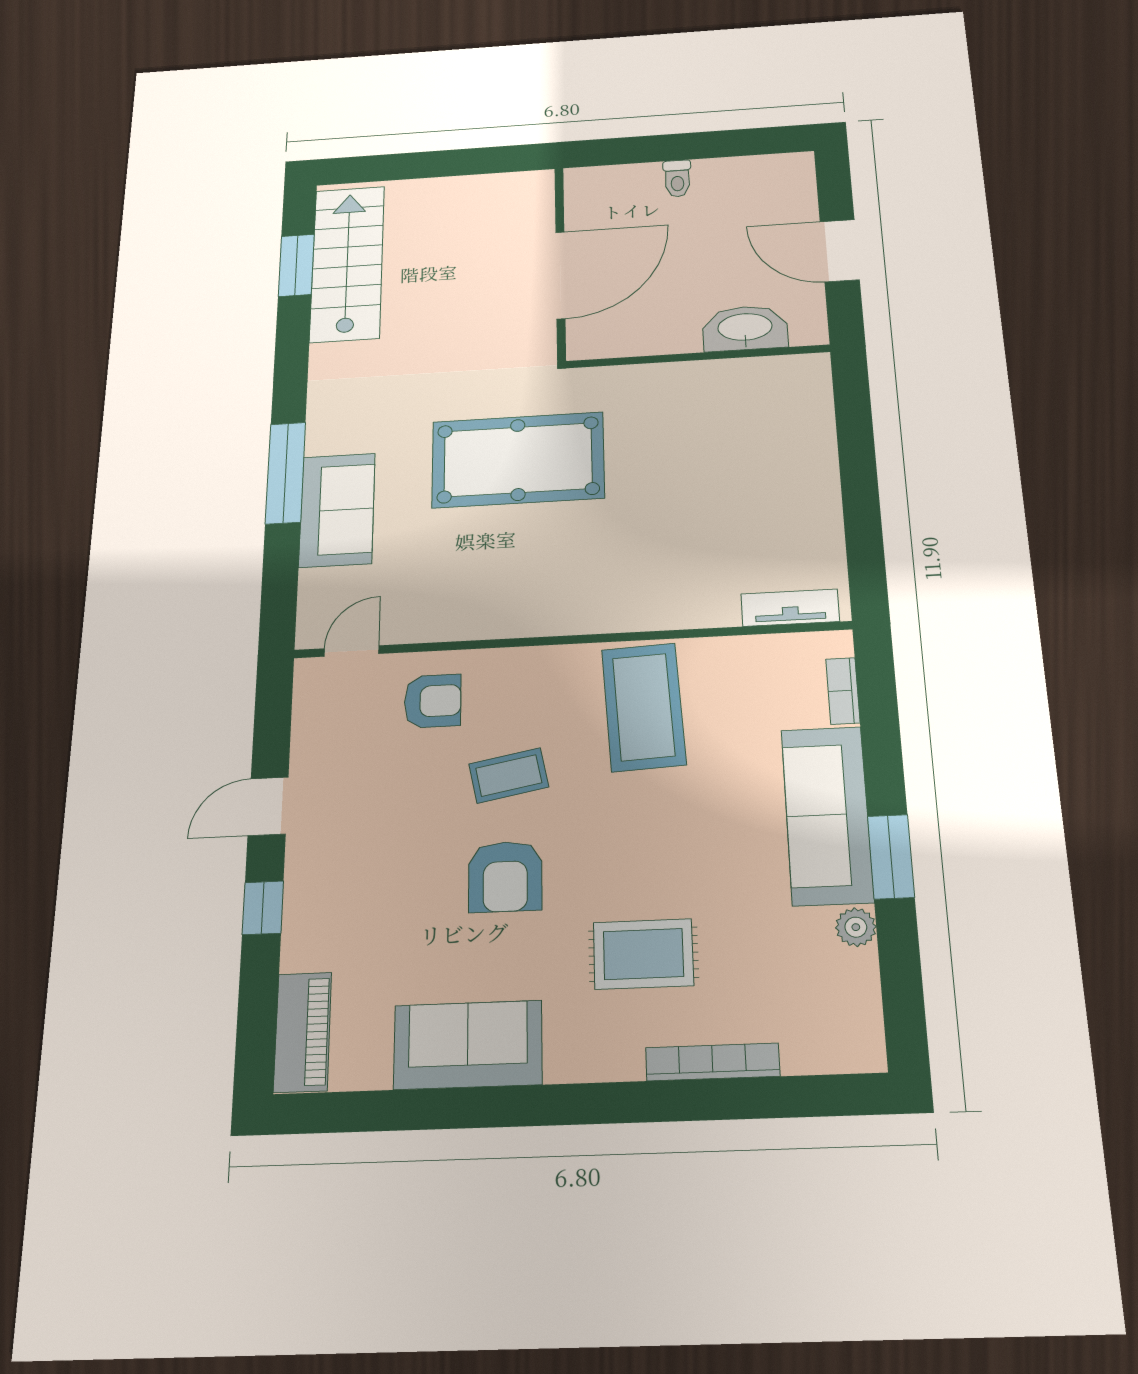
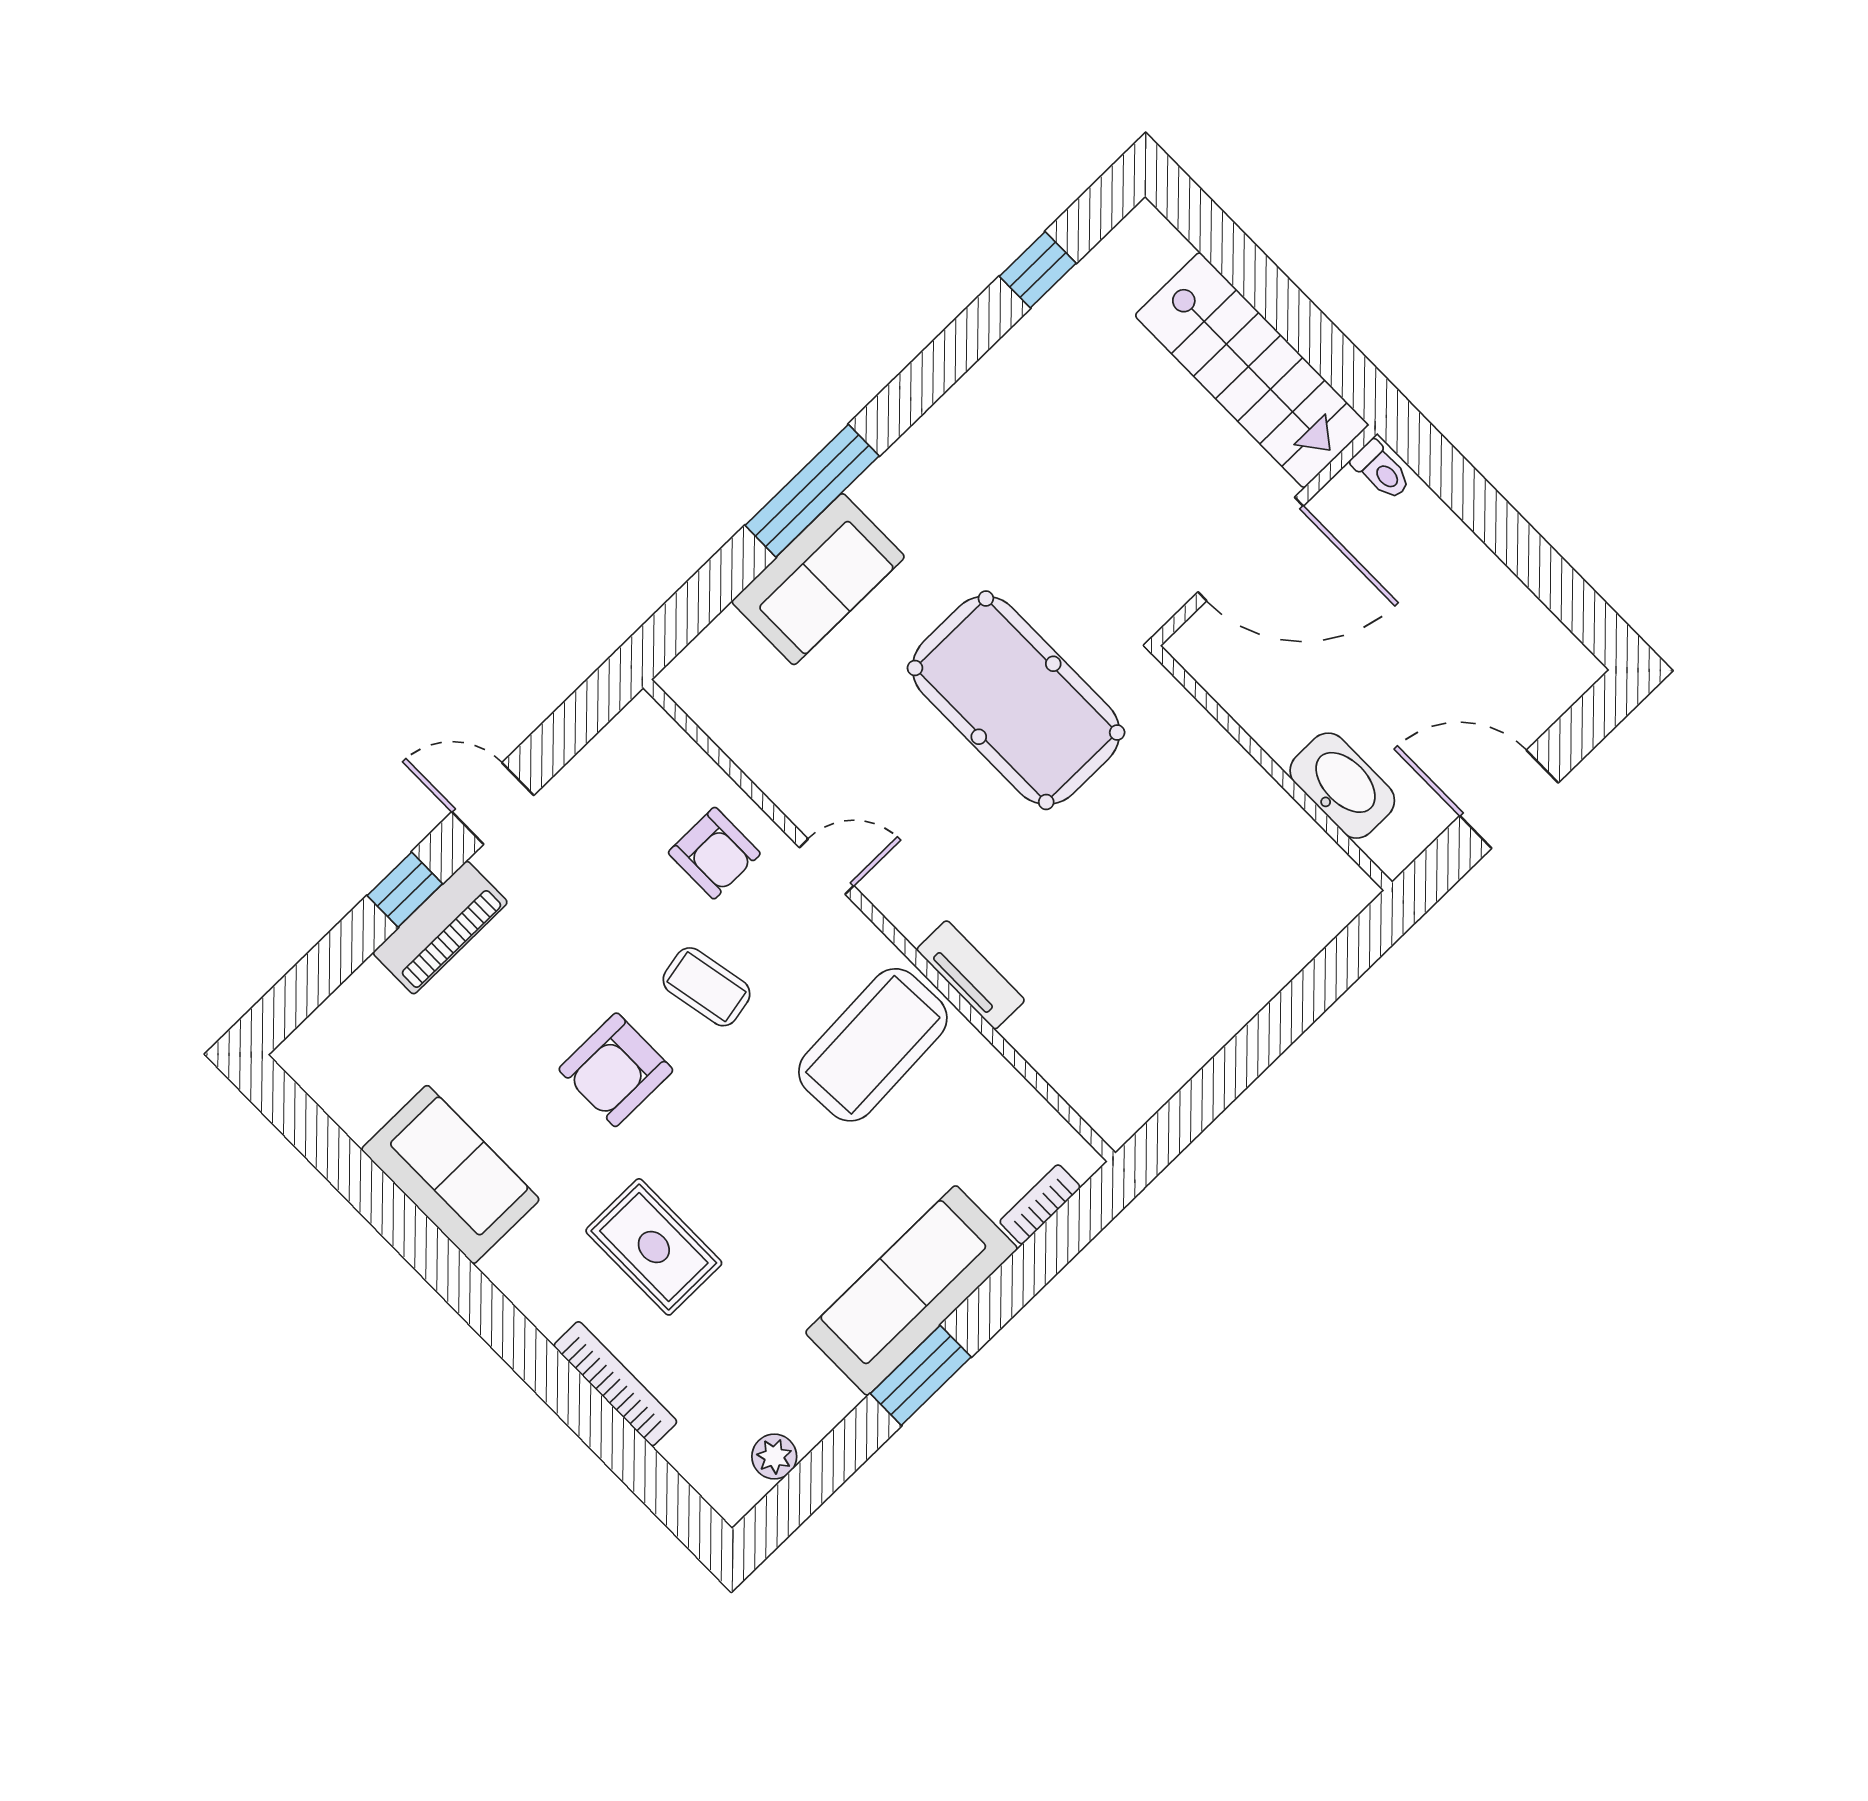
toilet: (677, 179) -> (1381, 470), moved, turned -90
door: (840, 251) -> (1509, 799), hinge flipped
stairs: (347, 264) -> (1252, 370), moved, turned 90
window: (296, 265) -> (1038, 270), width x0.67
tv unit: (790, 608) -> (971, 975), moved
door: (352, 651) -> (827, 867), moved
plant: (856, 927) -> (774, 1456), moved
piano: (303, 1032) -> (440, 928), moved

